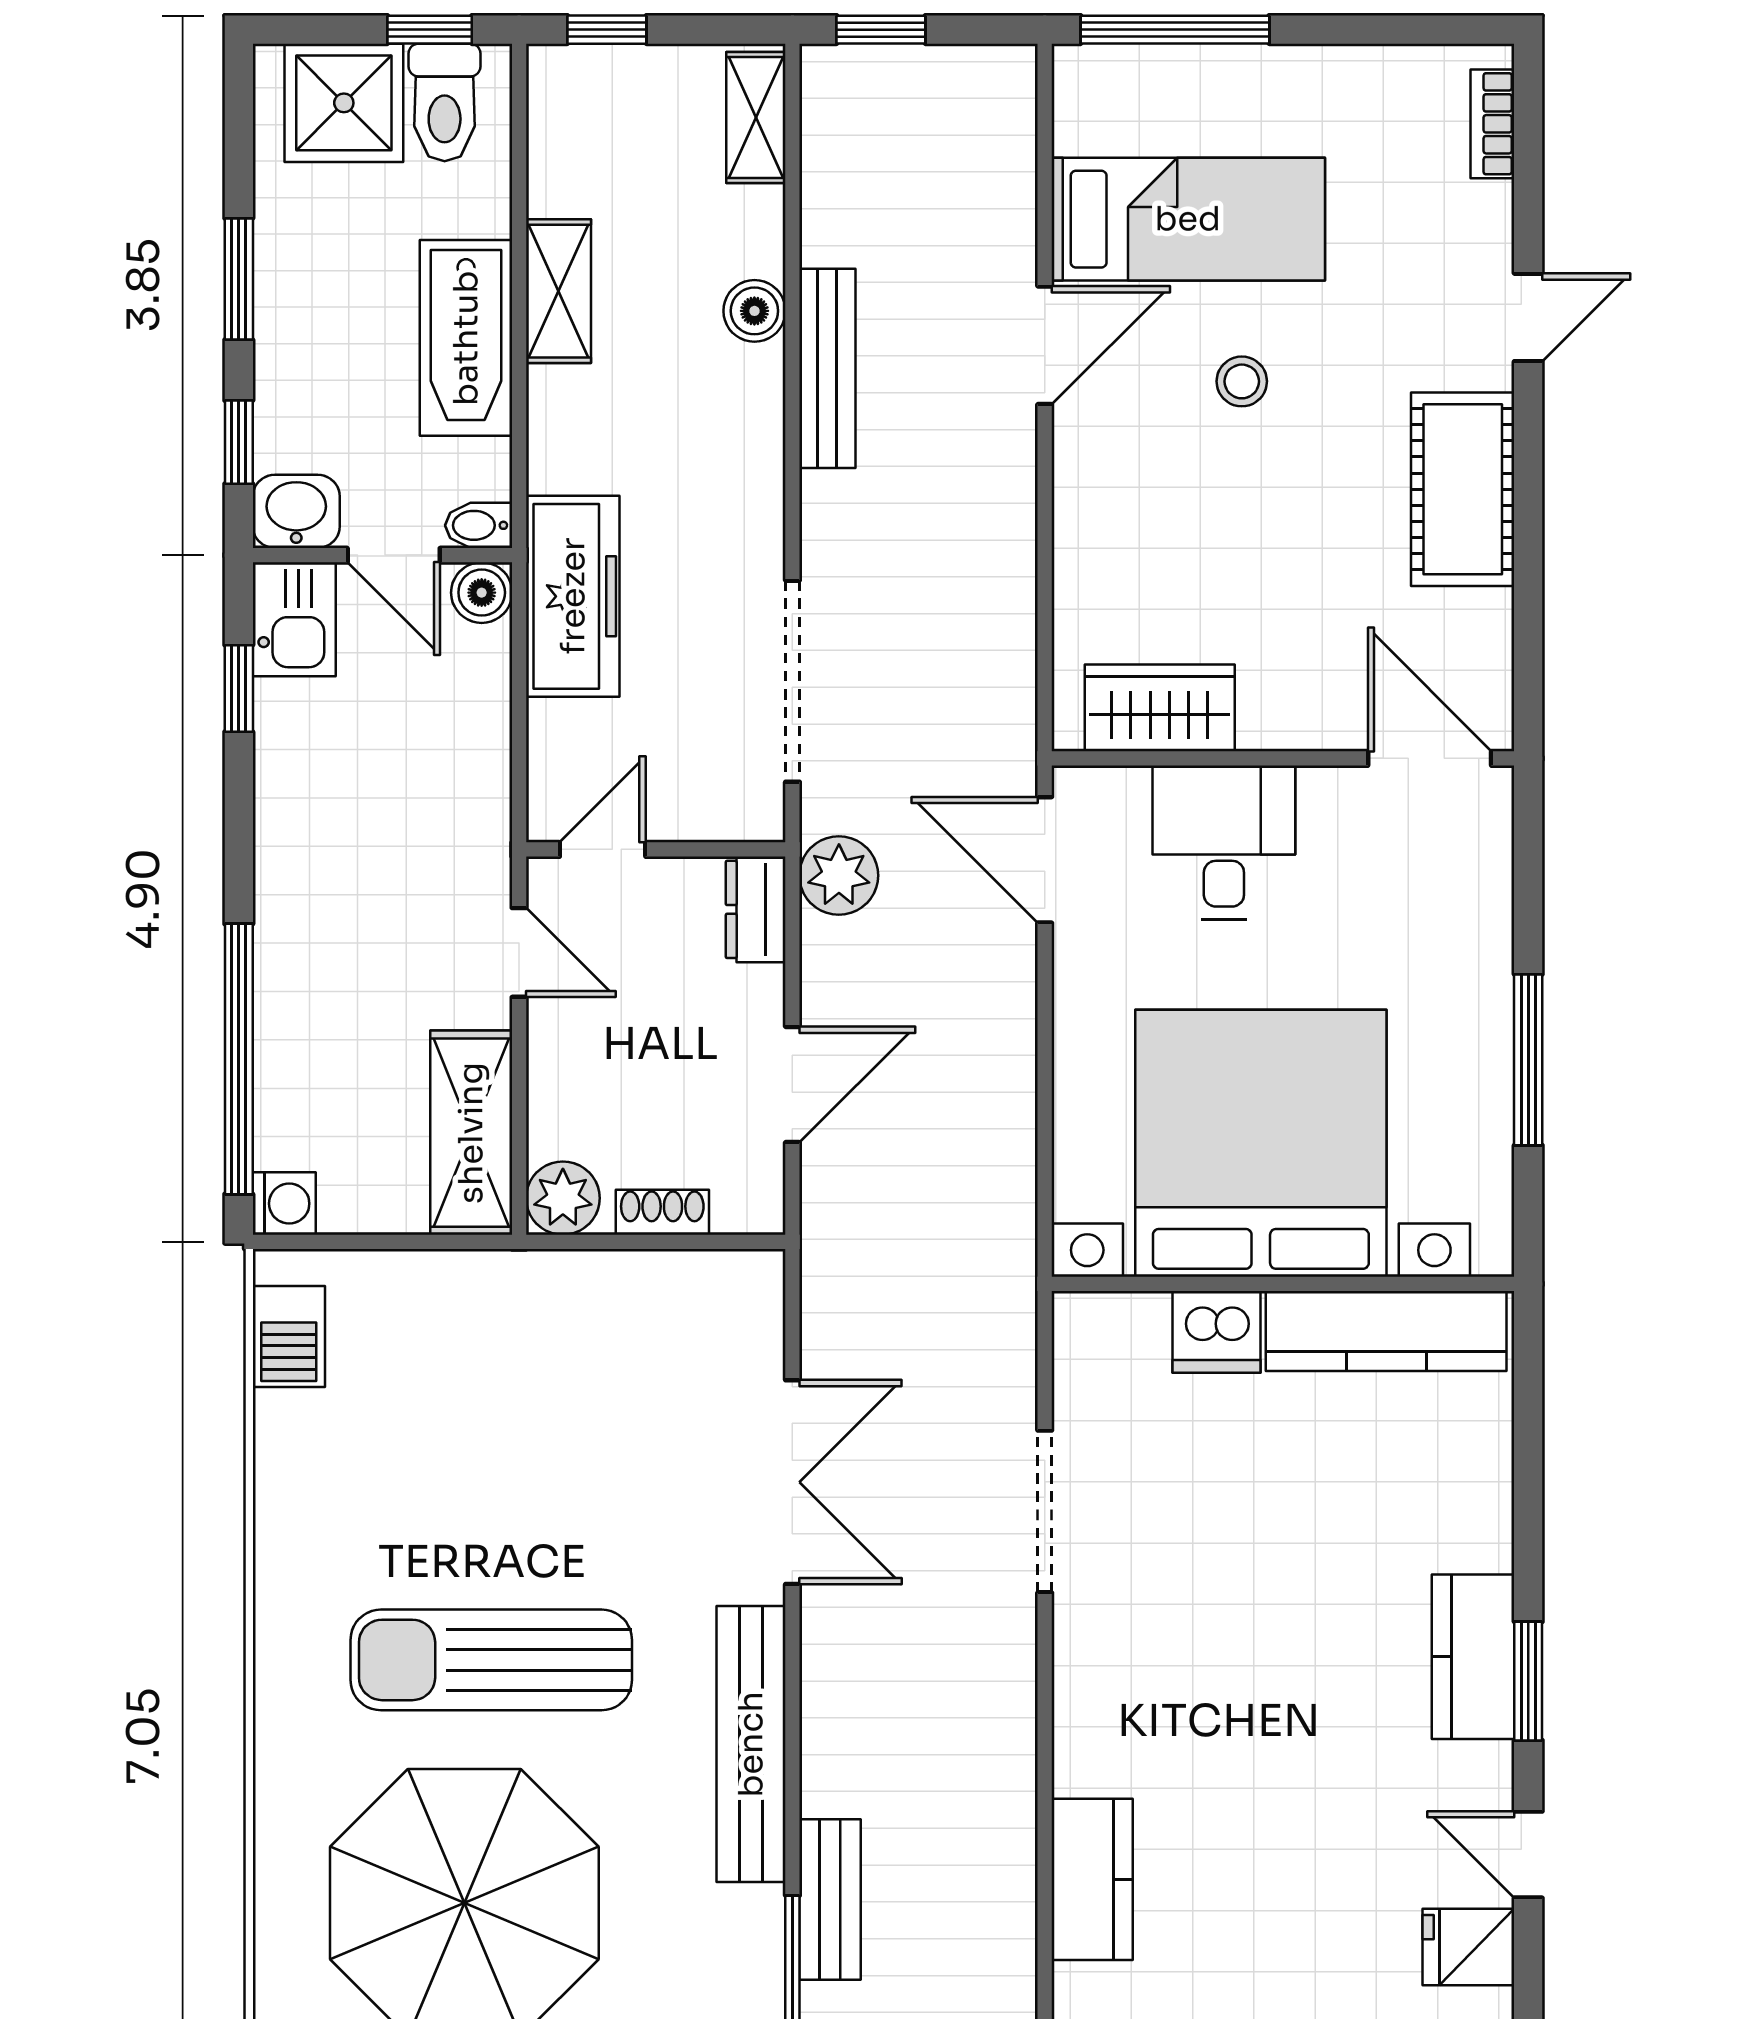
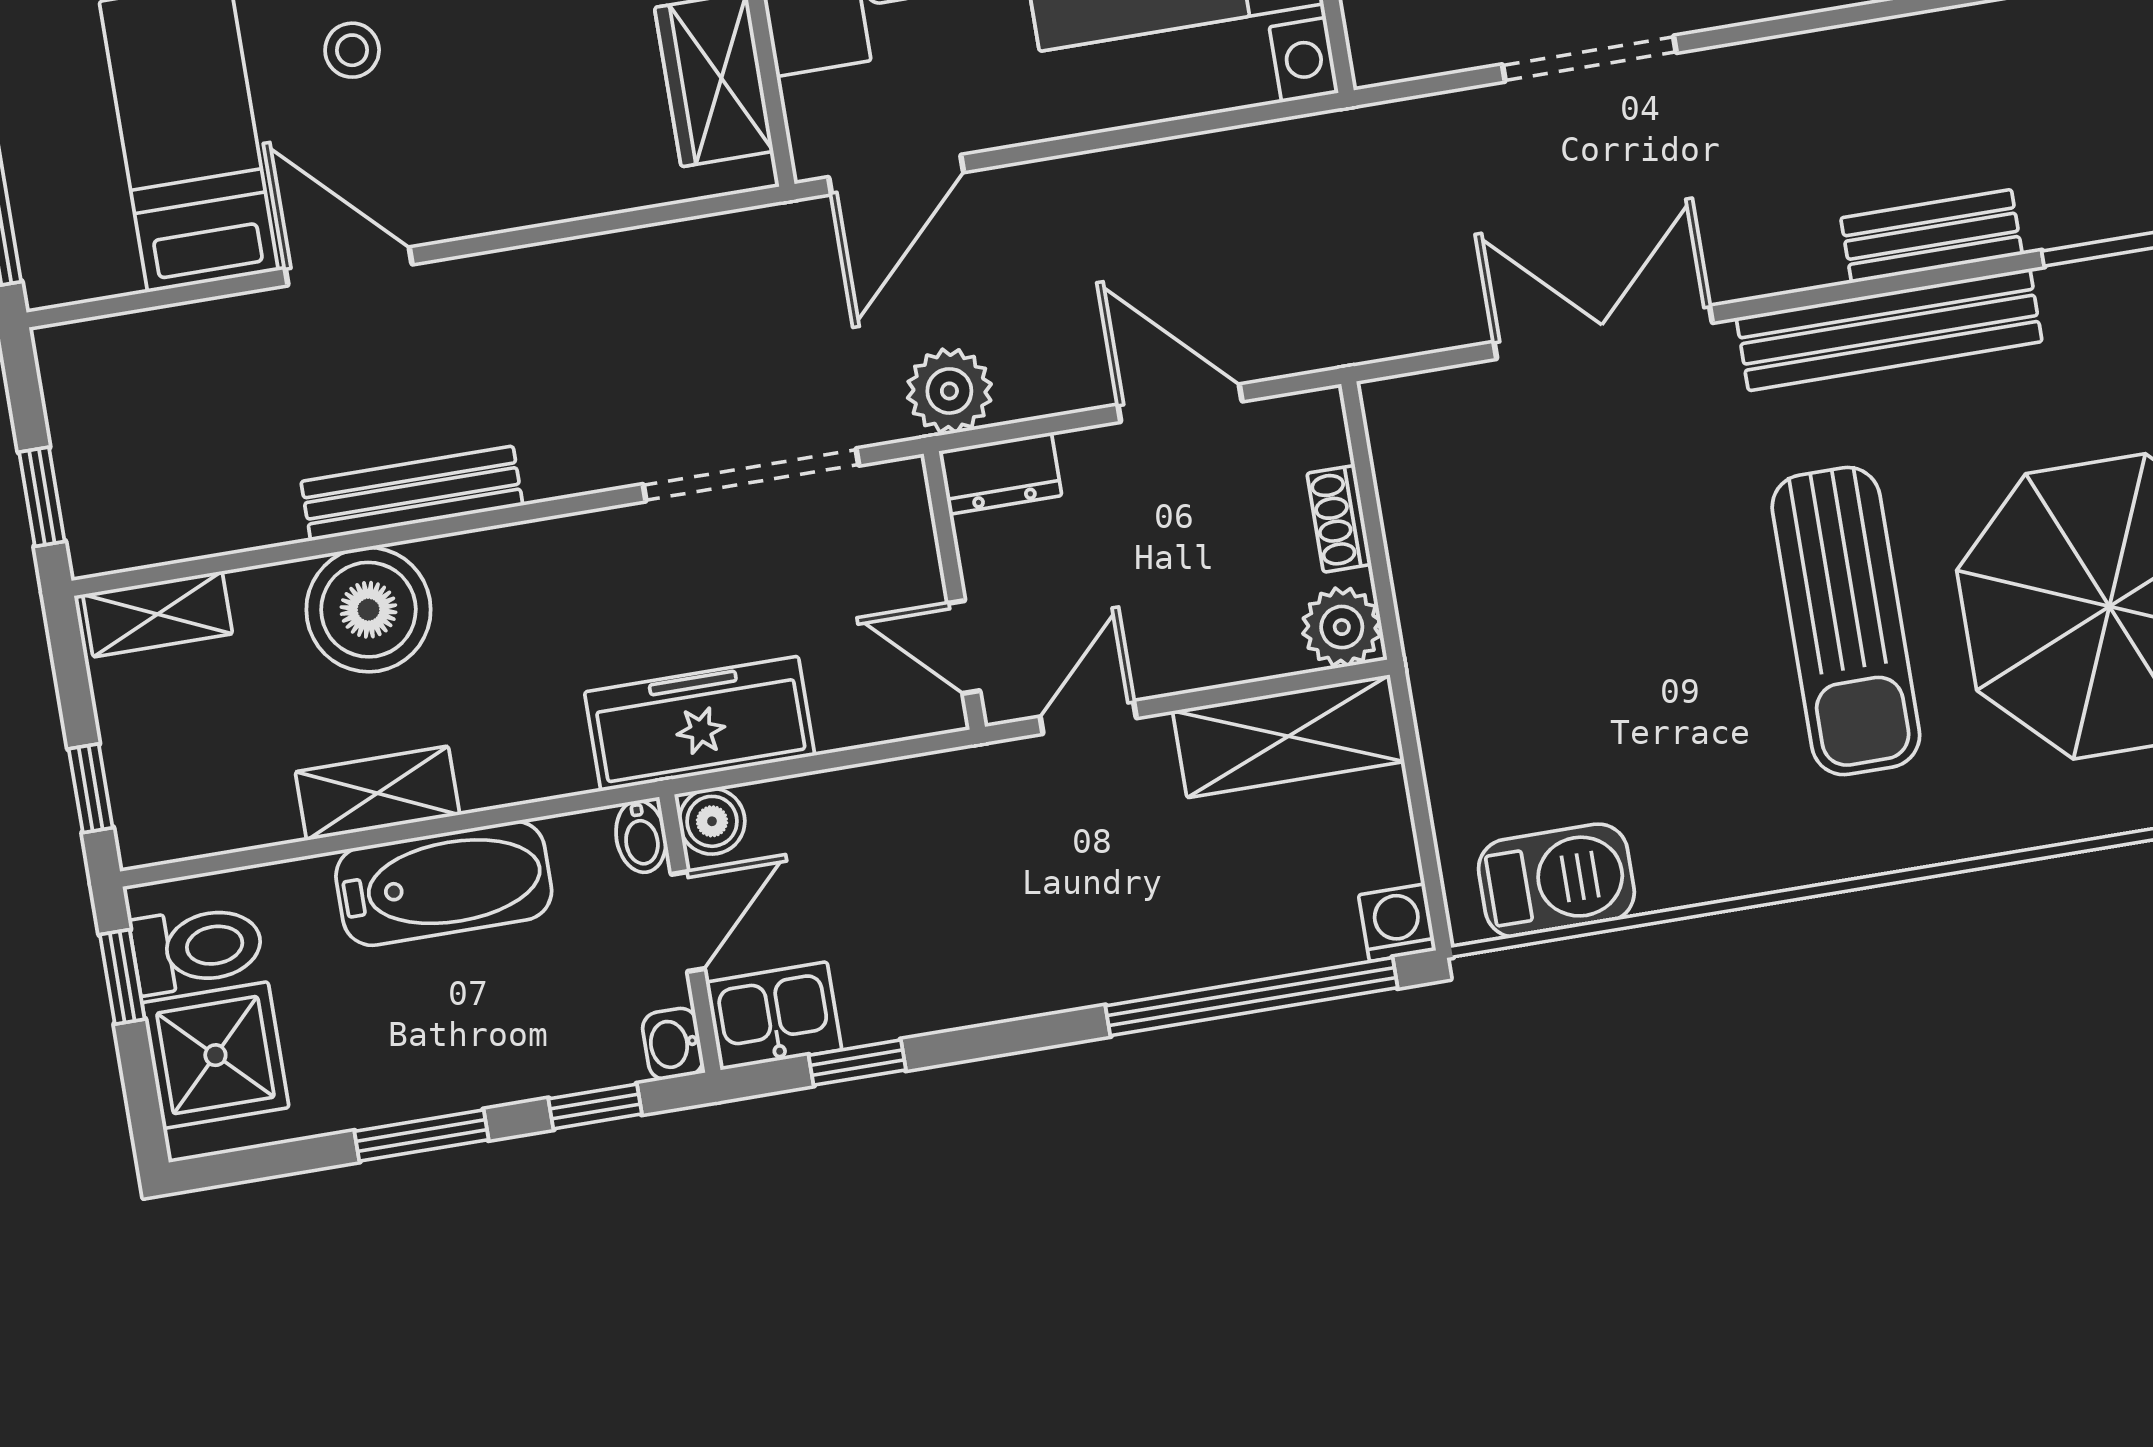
boiler: (754, 311) -> (368, 610), width x1.86, depth x1.86
washbasin: (296, 511) -> (673, 1044), width x0.72, depth x0.69
barbecue: (289, 1337) -> (1556, 880), width x1.38, depth x1.27
bench: (830, 1899) -> (1931, 236), moved

